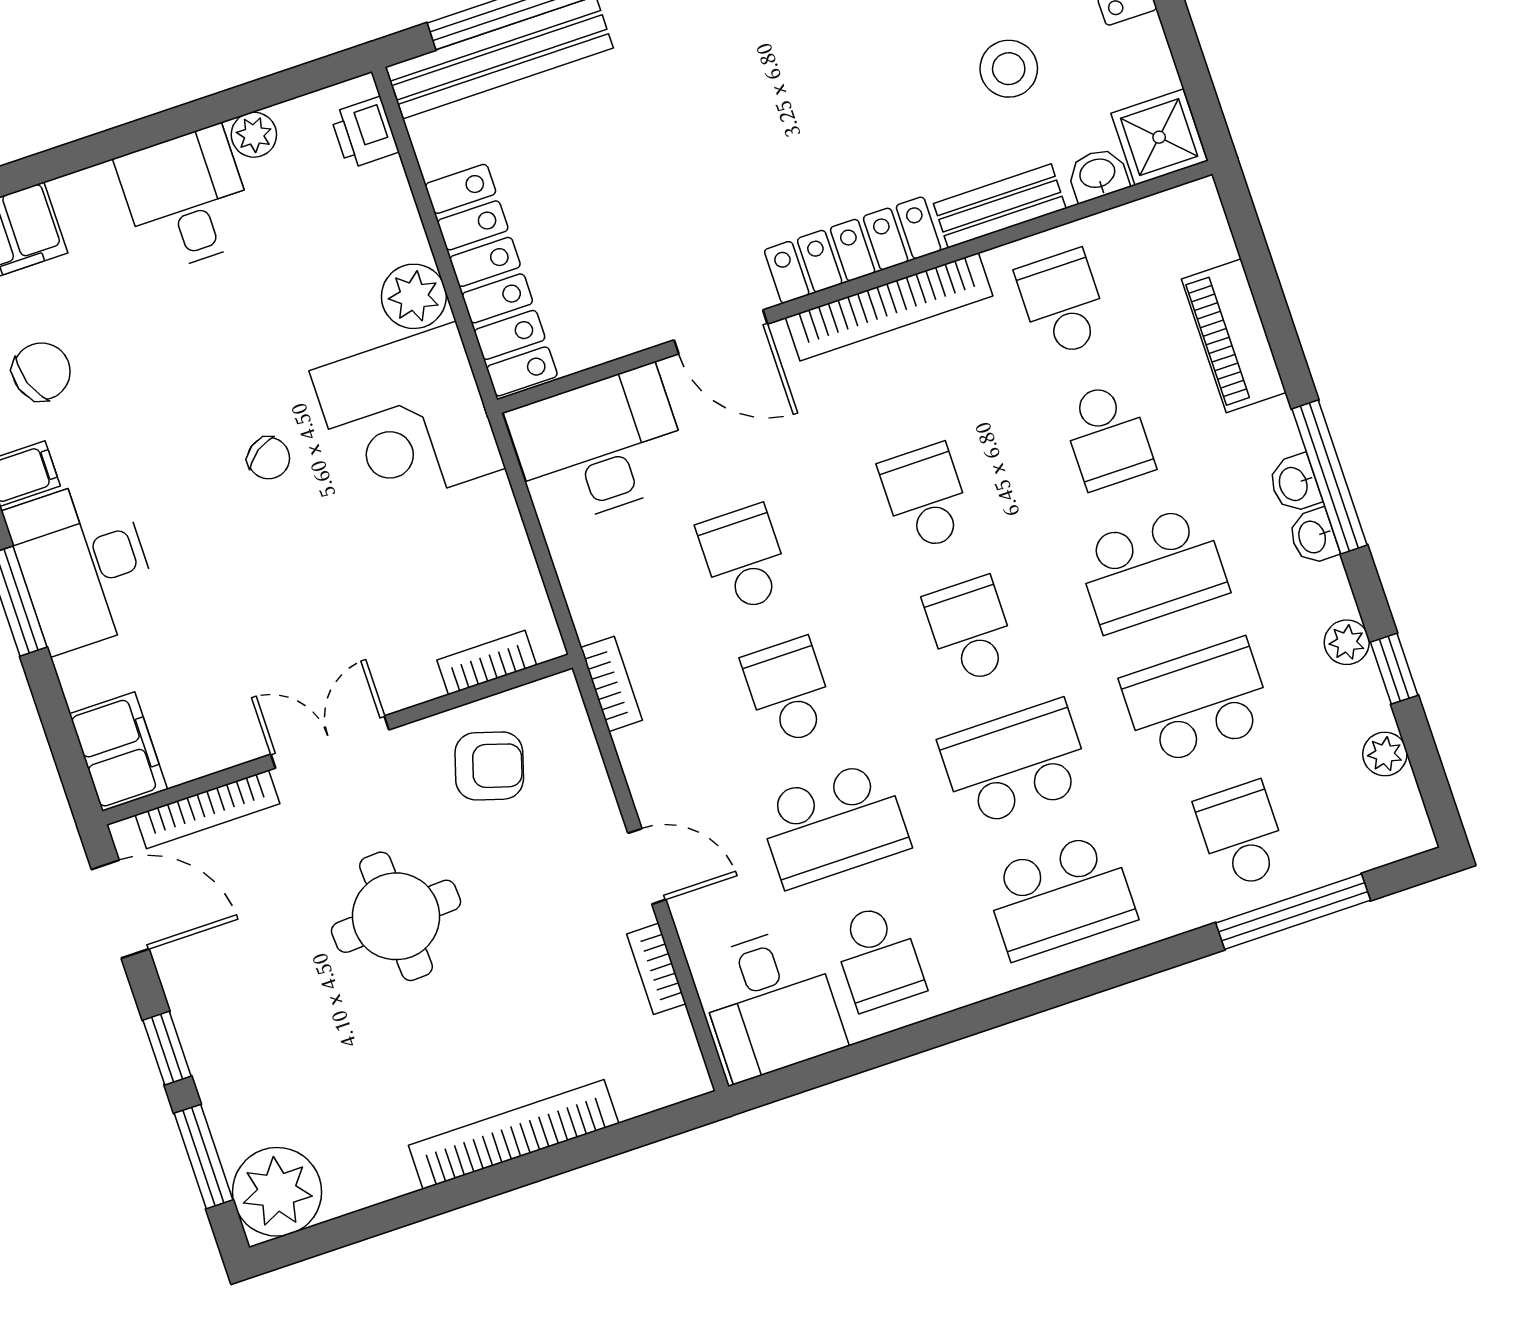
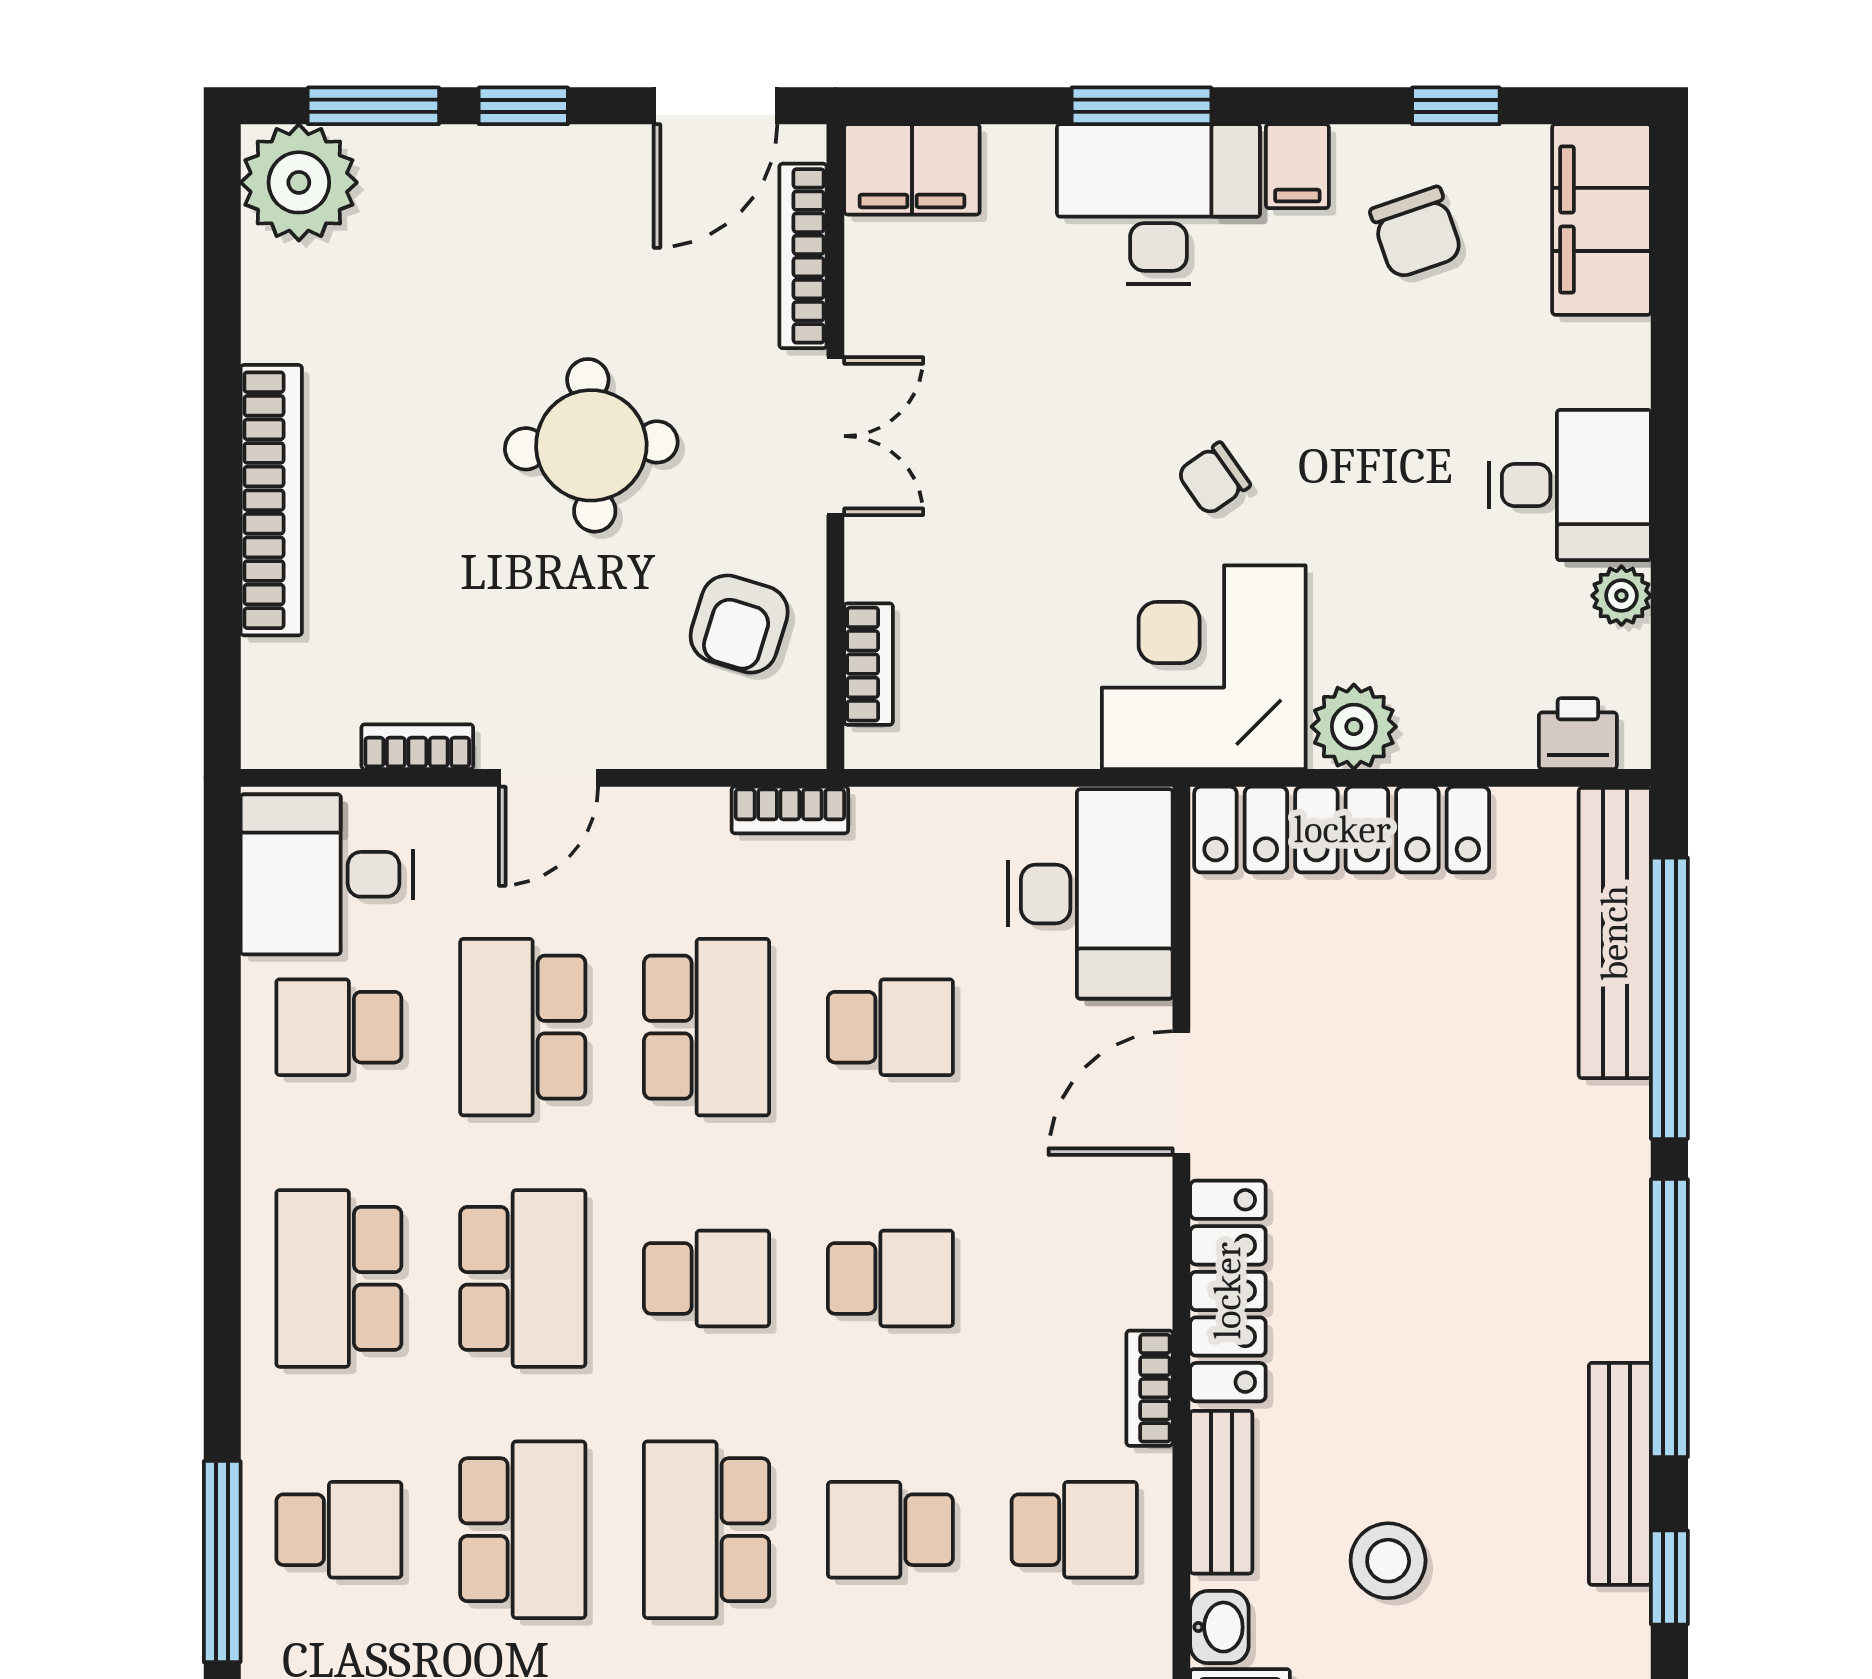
bookcase: (889, 307) -> (1149, 1388), width x0.43, depth x0.76
school desk: (789, 691) -> (707, 1027), width x1.85

